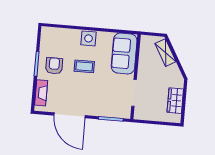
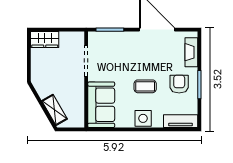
tv unit: (56, 33) -> (181, 121), added
armchair: (54, 66) -> (179, 84), turned 180
wardrobe: (175, 101) -> (45, 39), moved, turned 90

